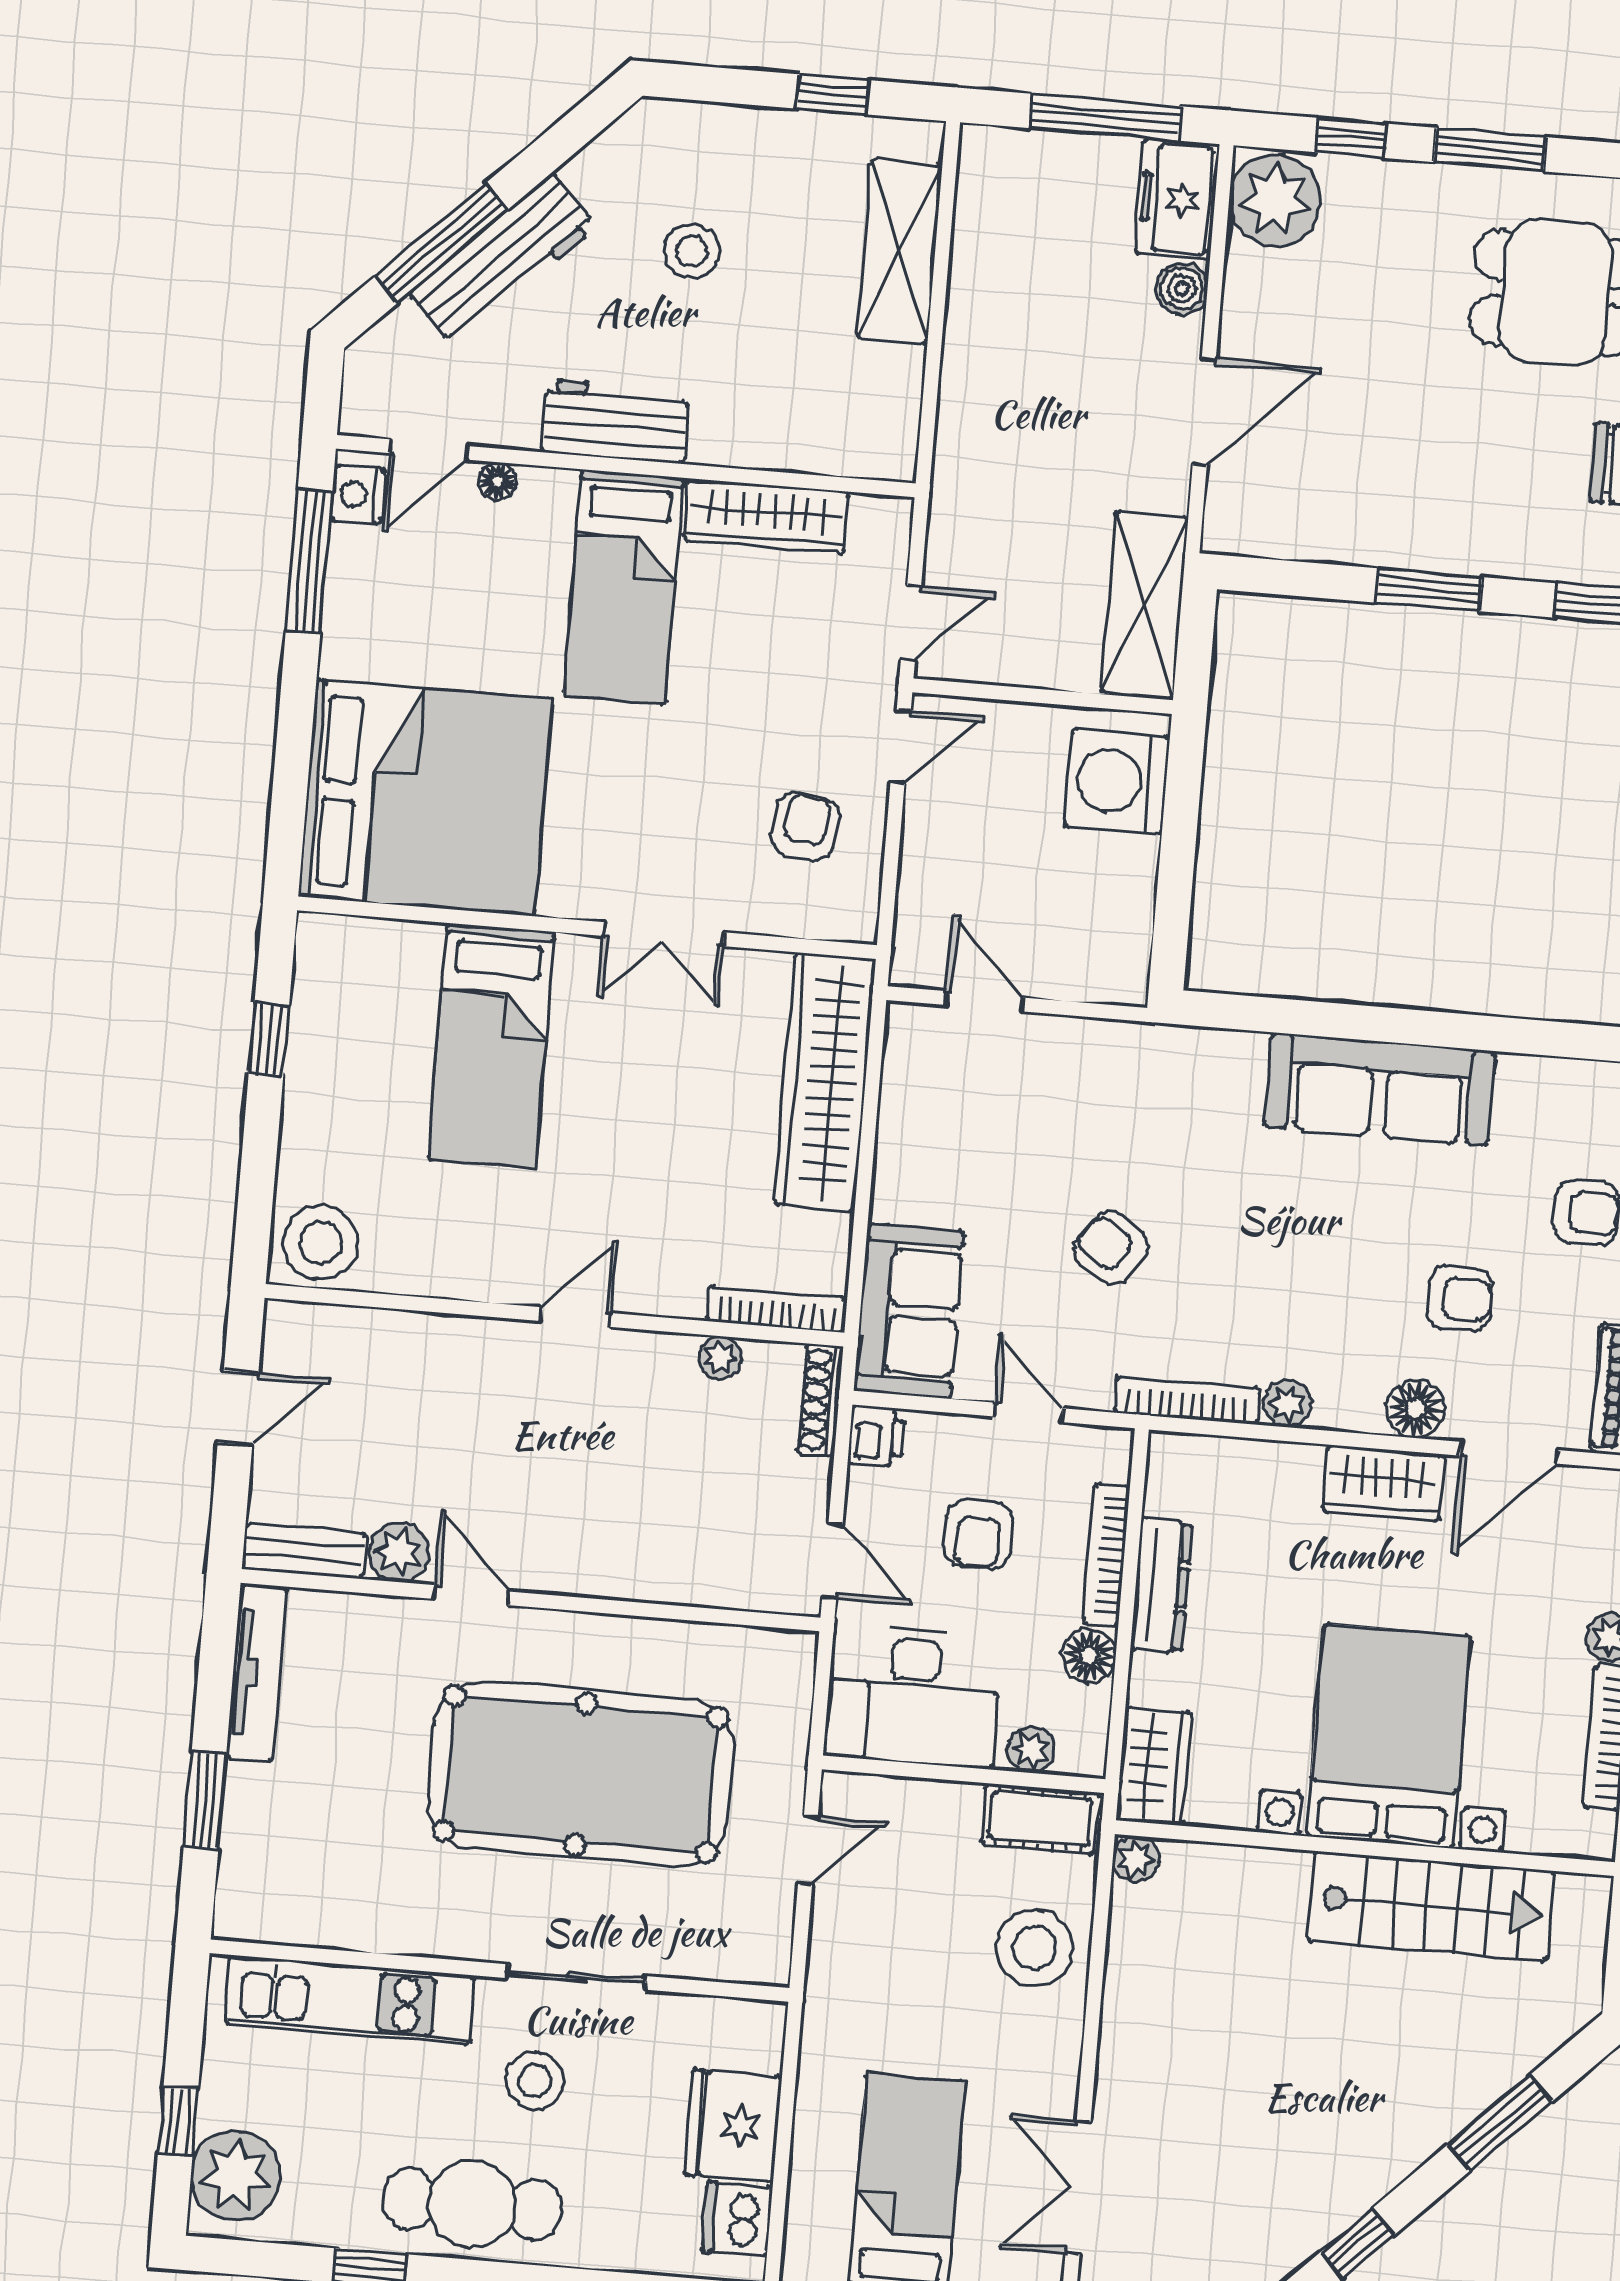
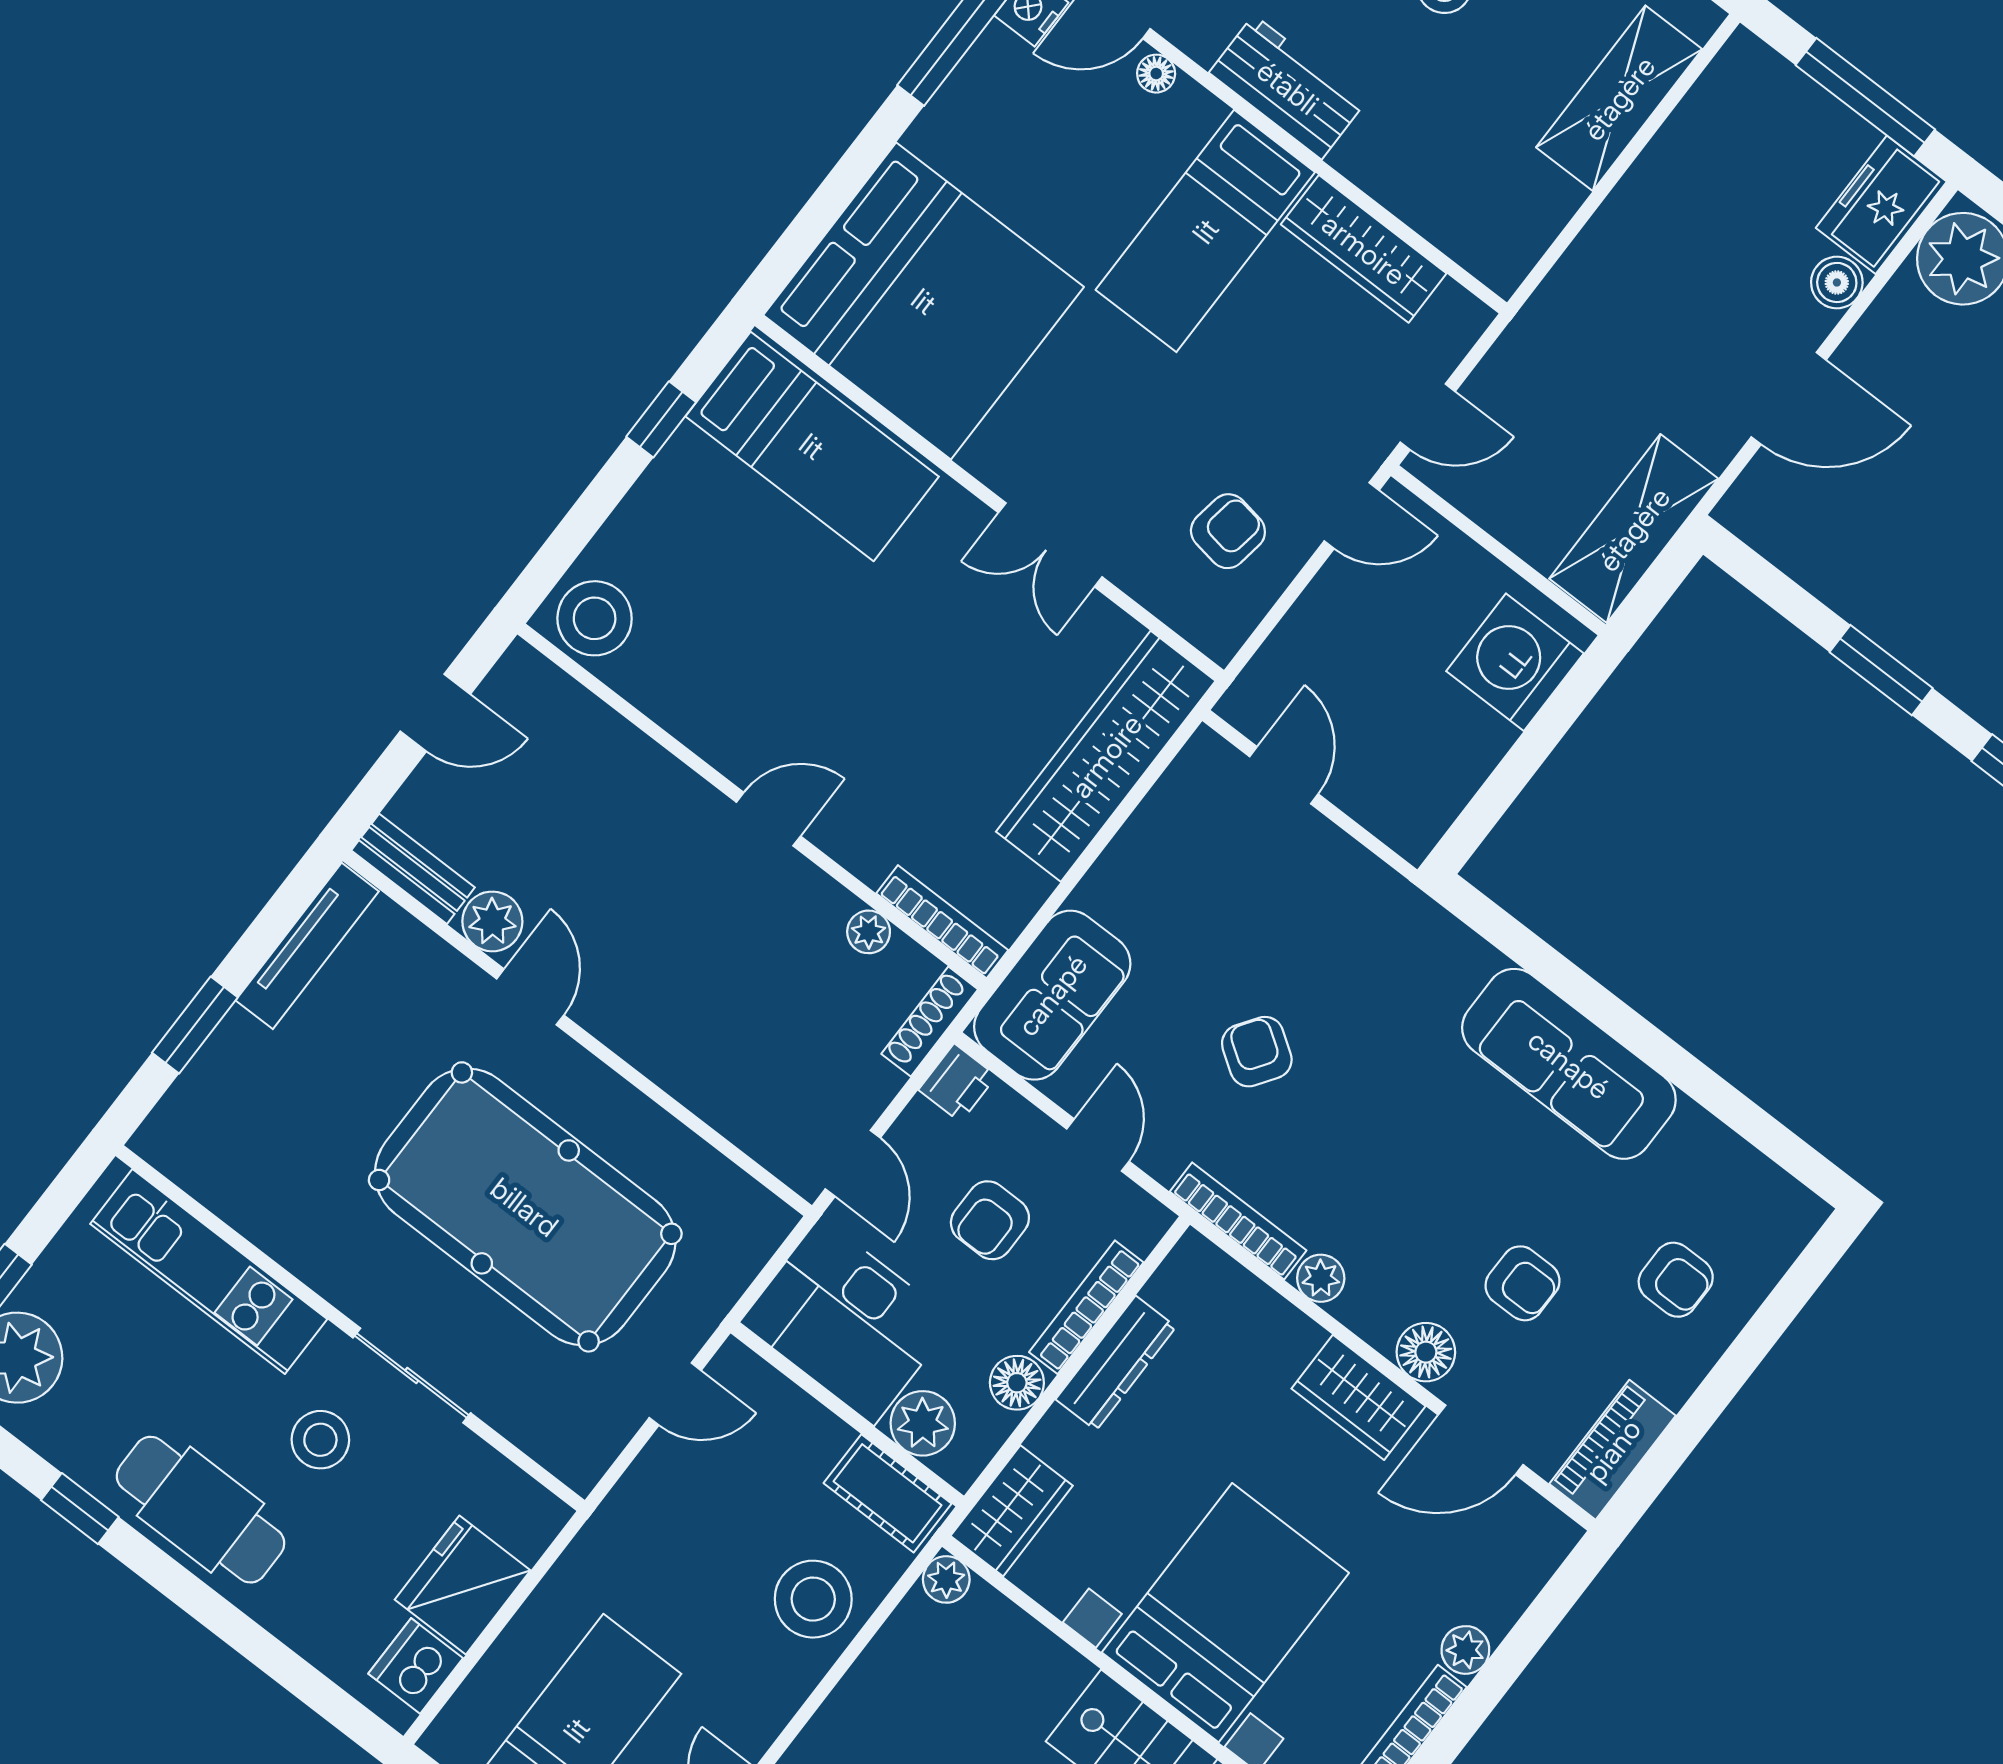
bed: (492, 1046) -> (812, 446), moved, turned -90
plant: (1031, 1750) -> (923, 1423), width x1.38, depth x1.38

